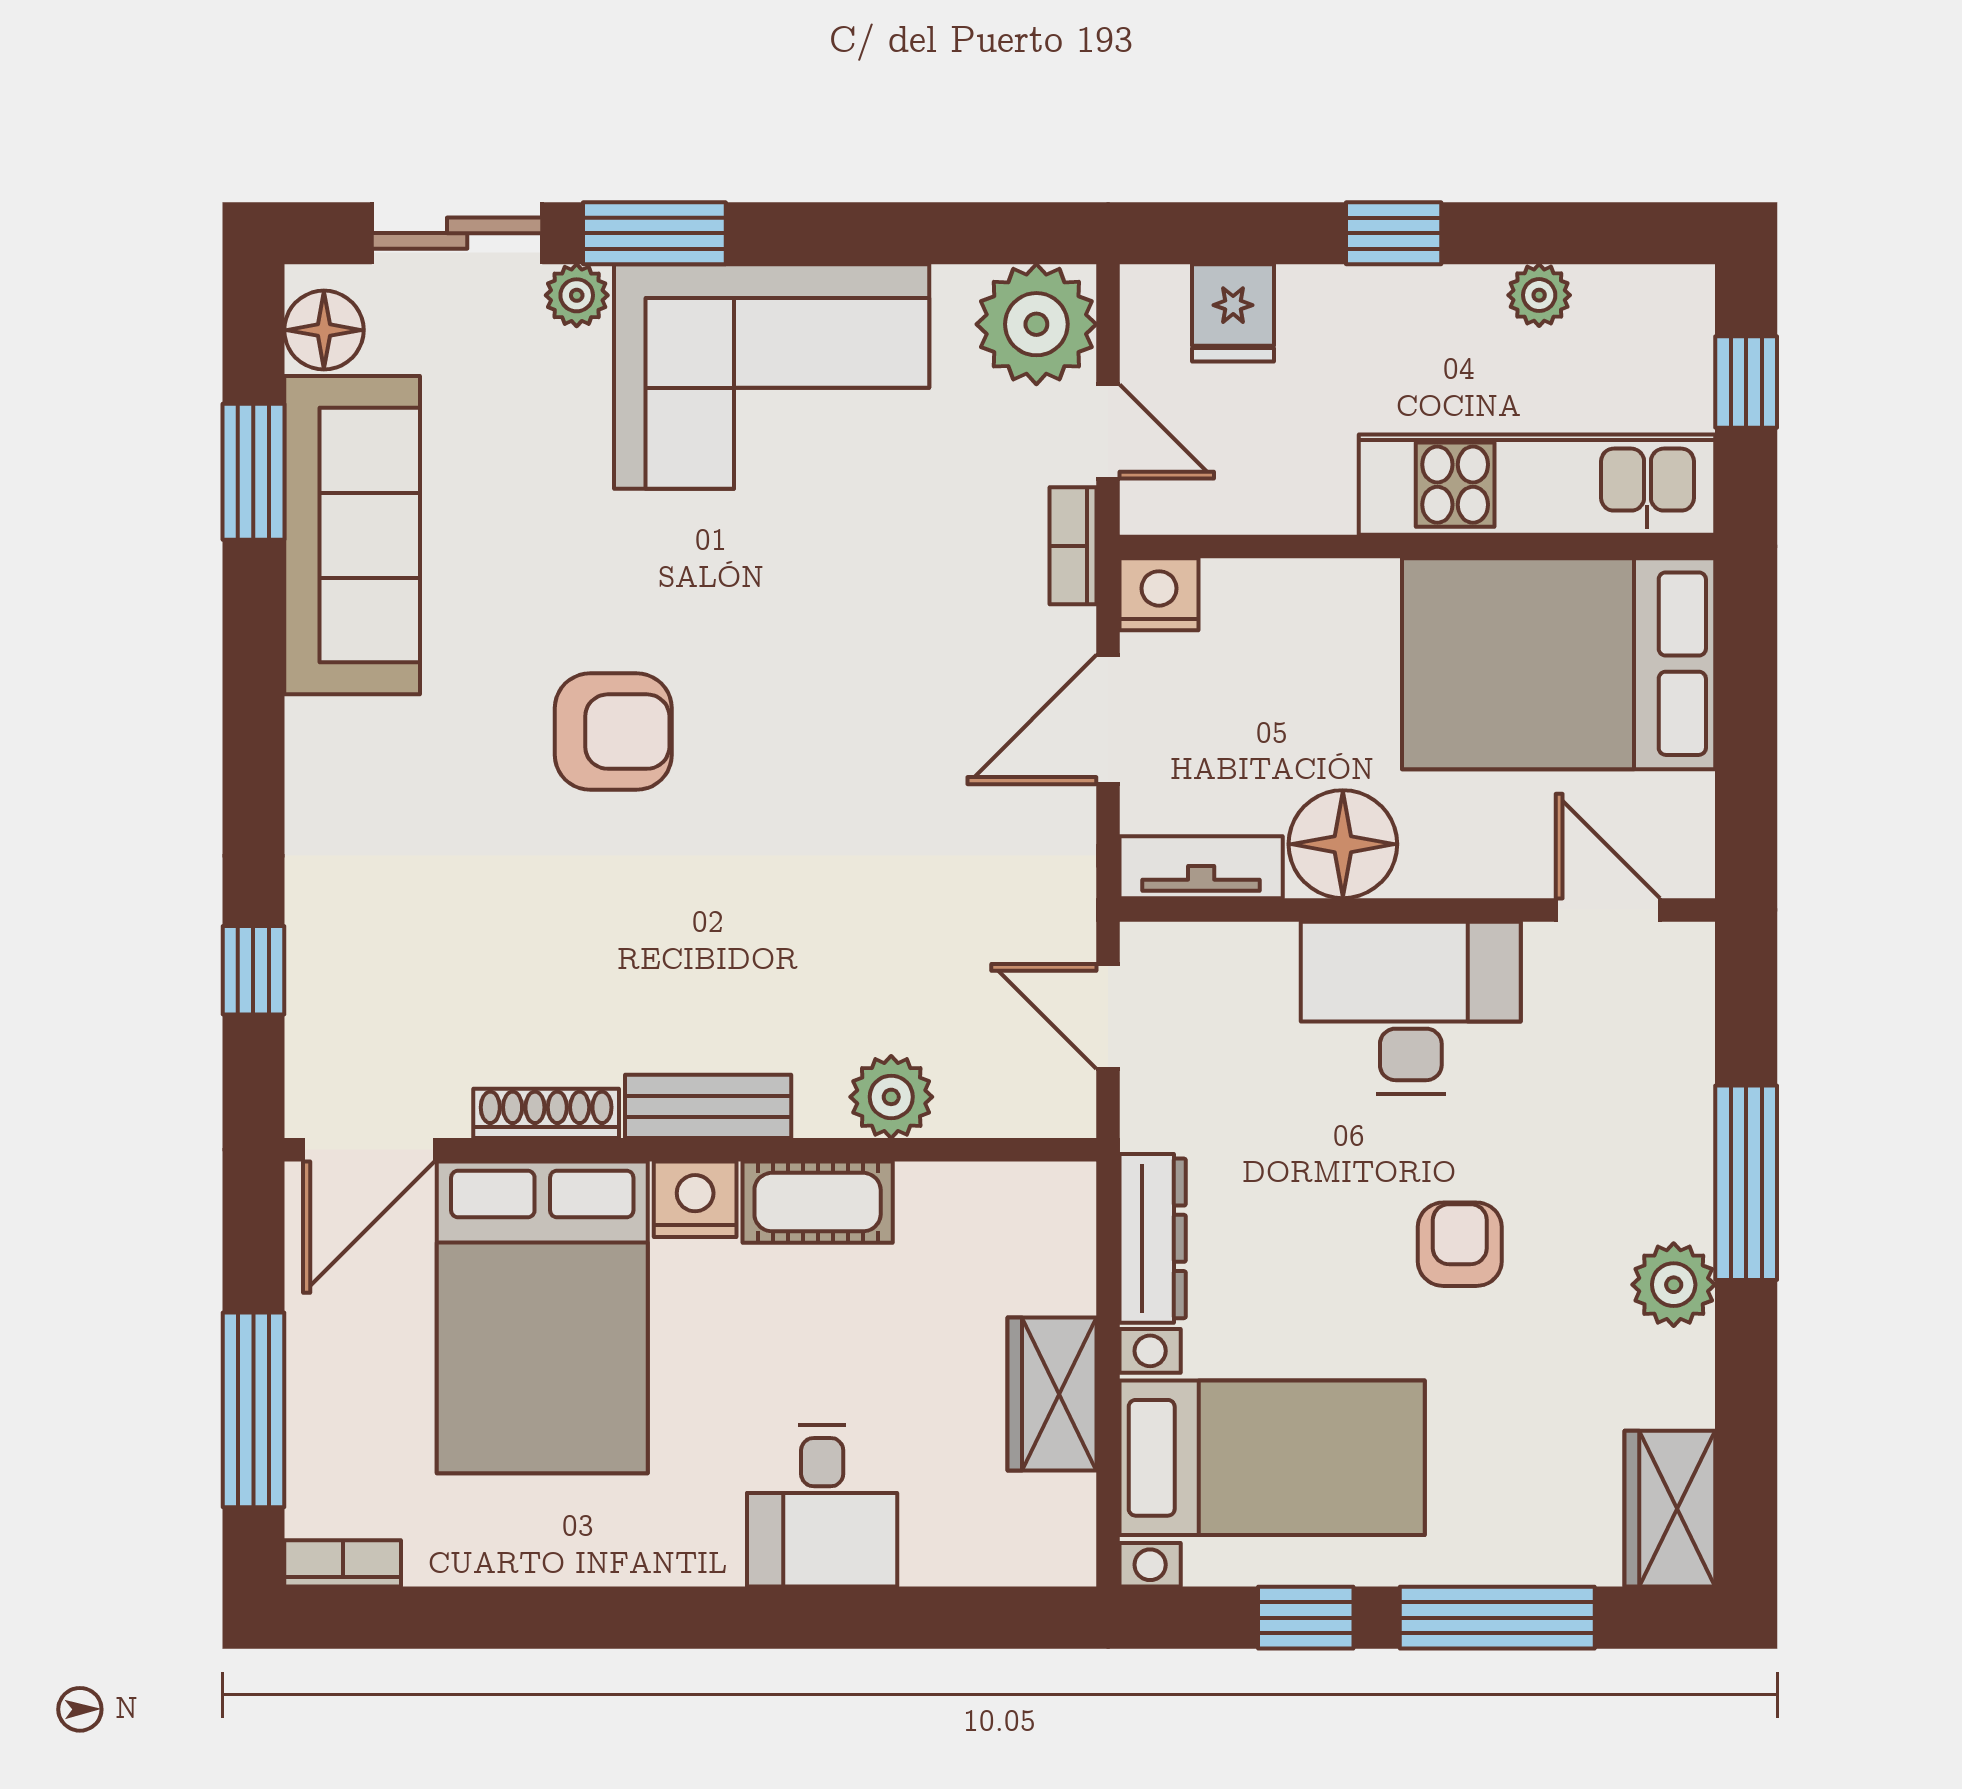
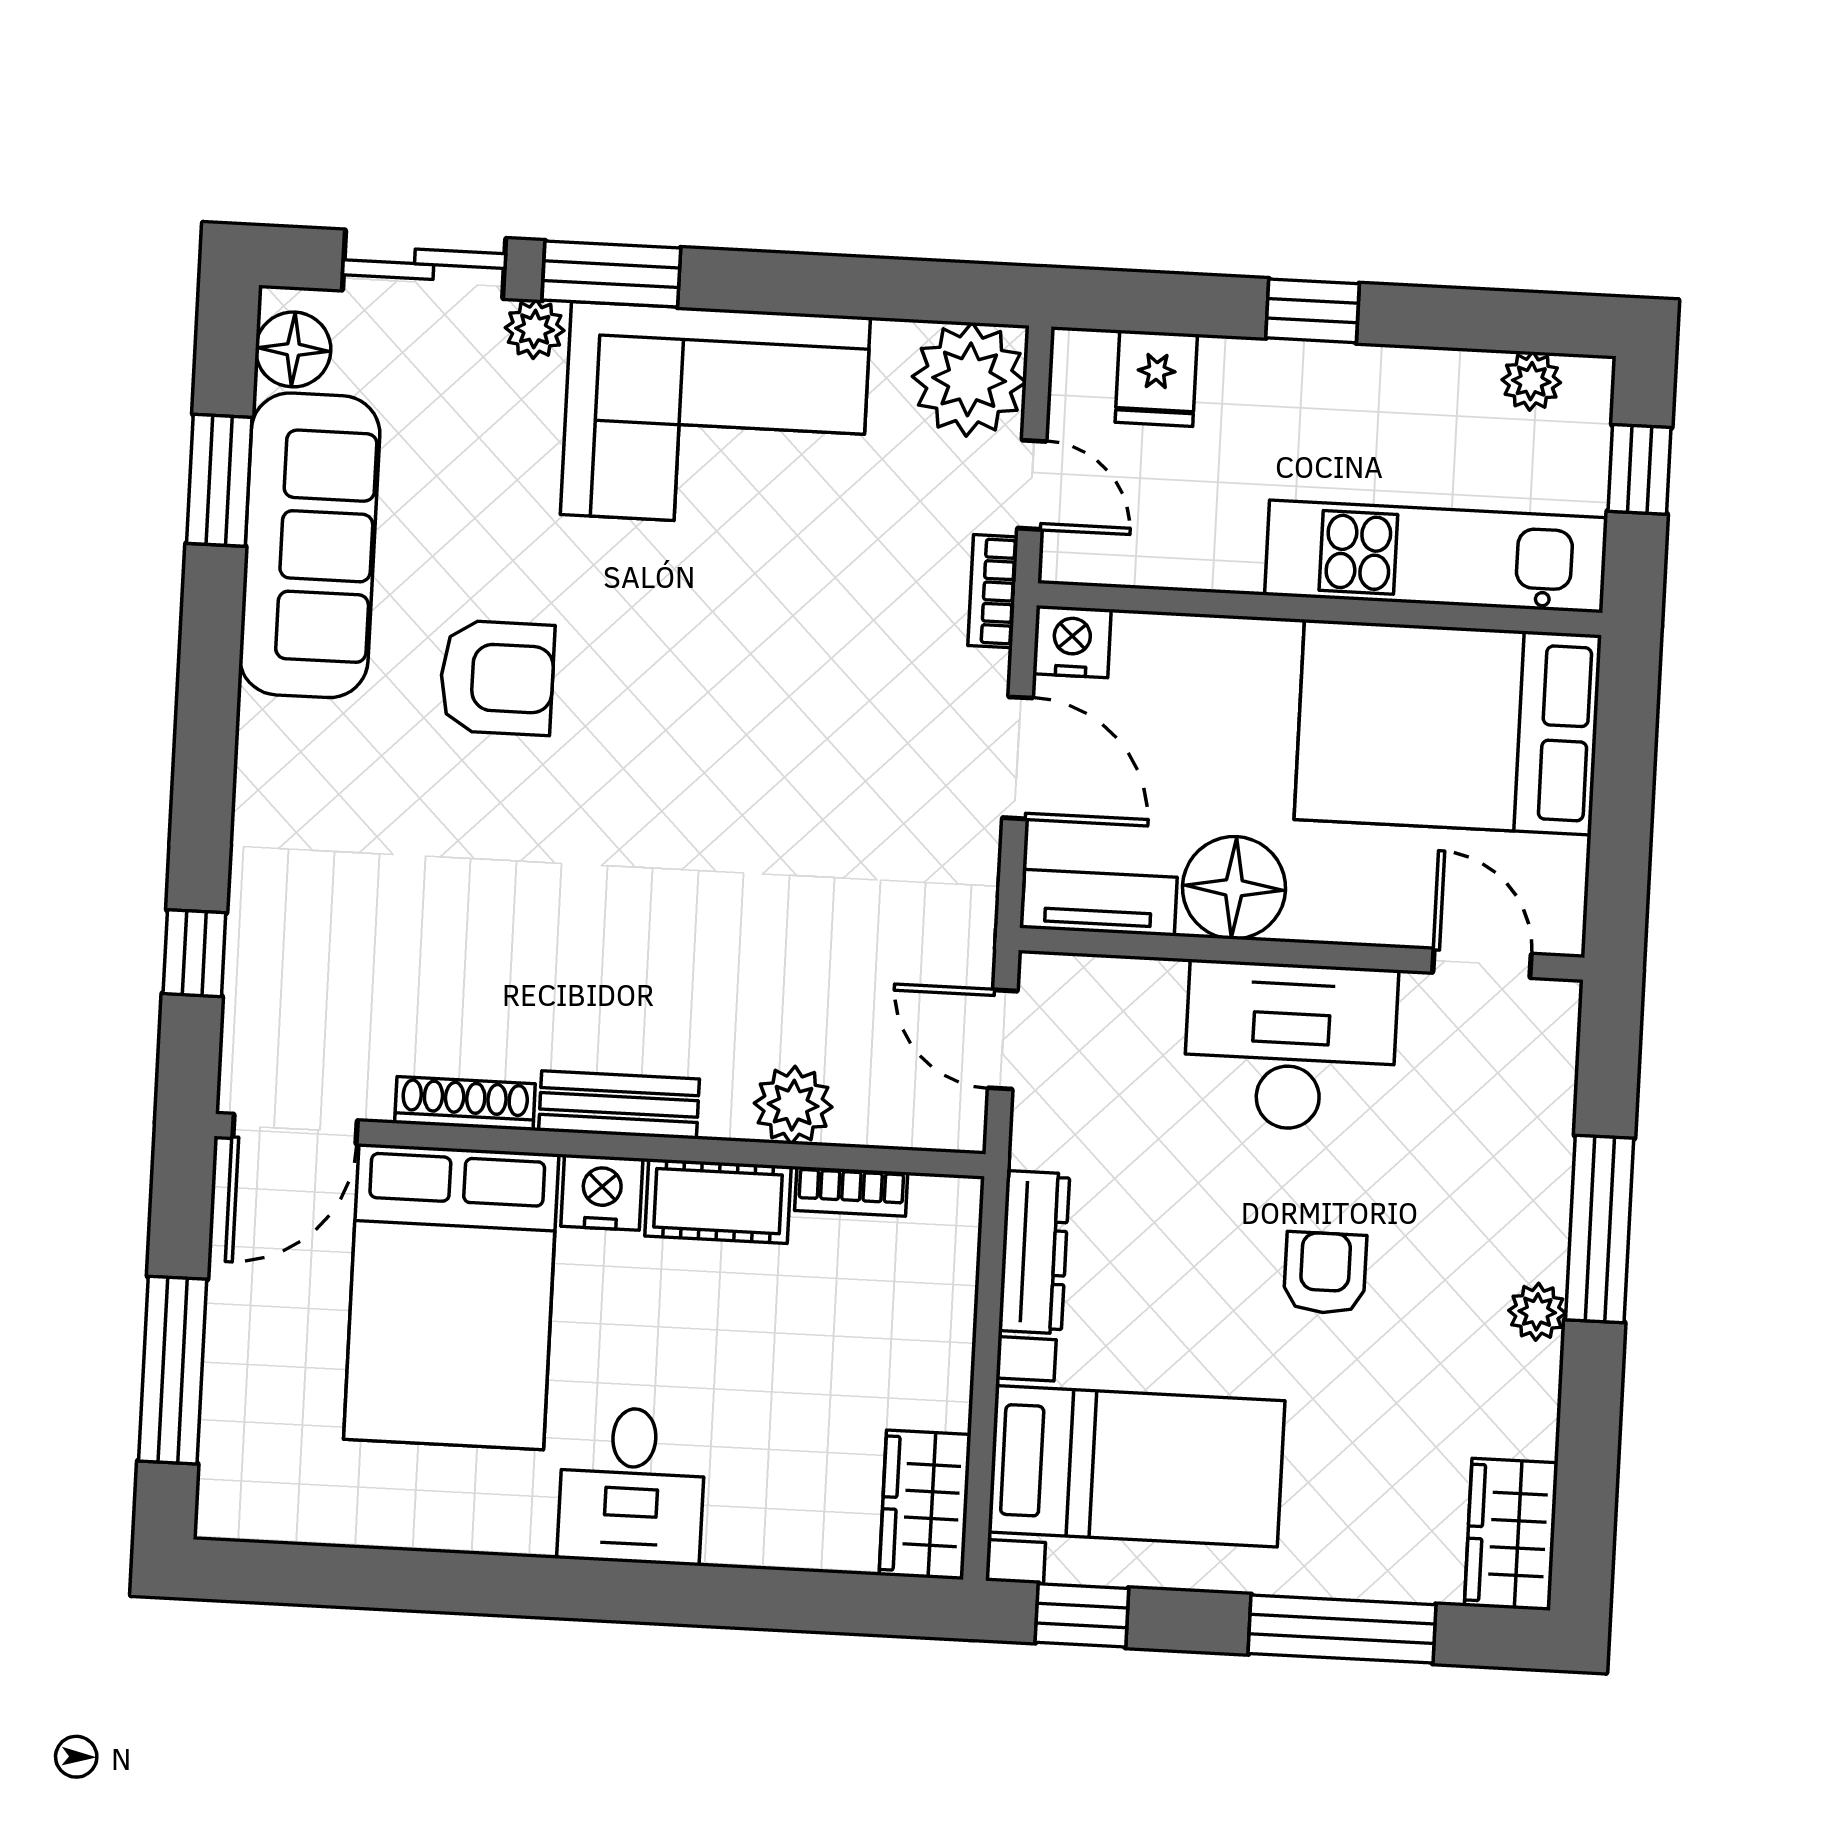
plant: (1539, 295) -> (1531, 381), moved
door: (1108, 720) -> (1018, 758), swing flipped
armchair: (613, 732) -> (497, 678), moved
plant: (1674, 1285) -> (1537, 1312), width x0.73, depth x0.73
wardrobe: (1052, 1394) -> (925, 1505), moved
desk: (822, 1506) -> (632, 1485), moved
bookcase: (343, 1563) -> (851, 1191), moved, turned 180
window: (1306, 1618) -> (1082, 1615), moved

